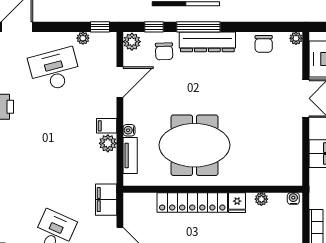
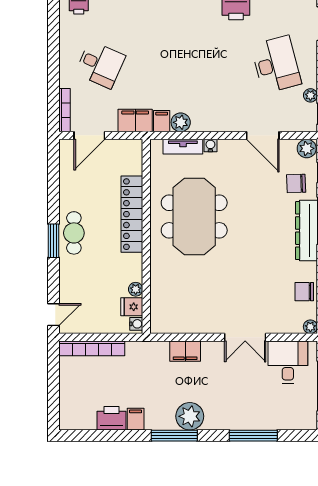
filing cabinet: (107, 126) -> (162, 121), moved
plant: (108, 143) -> (181, 122), moved
fridge: (237, 203) -> (132, 307), moved

